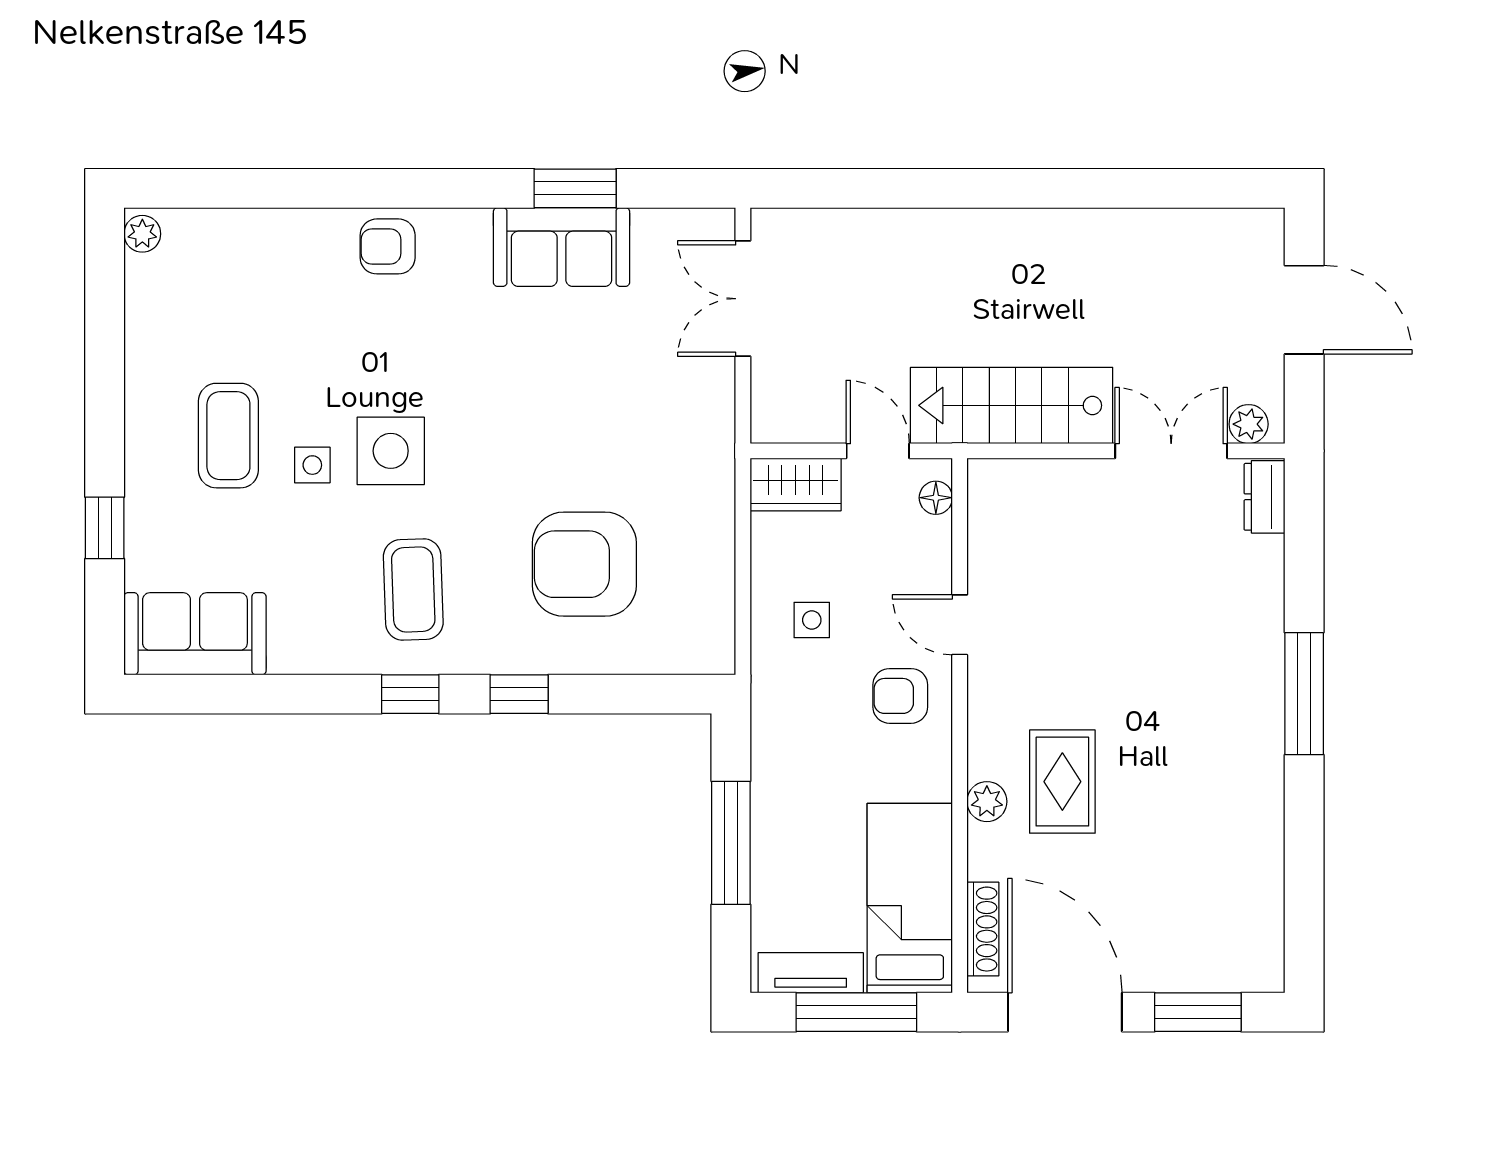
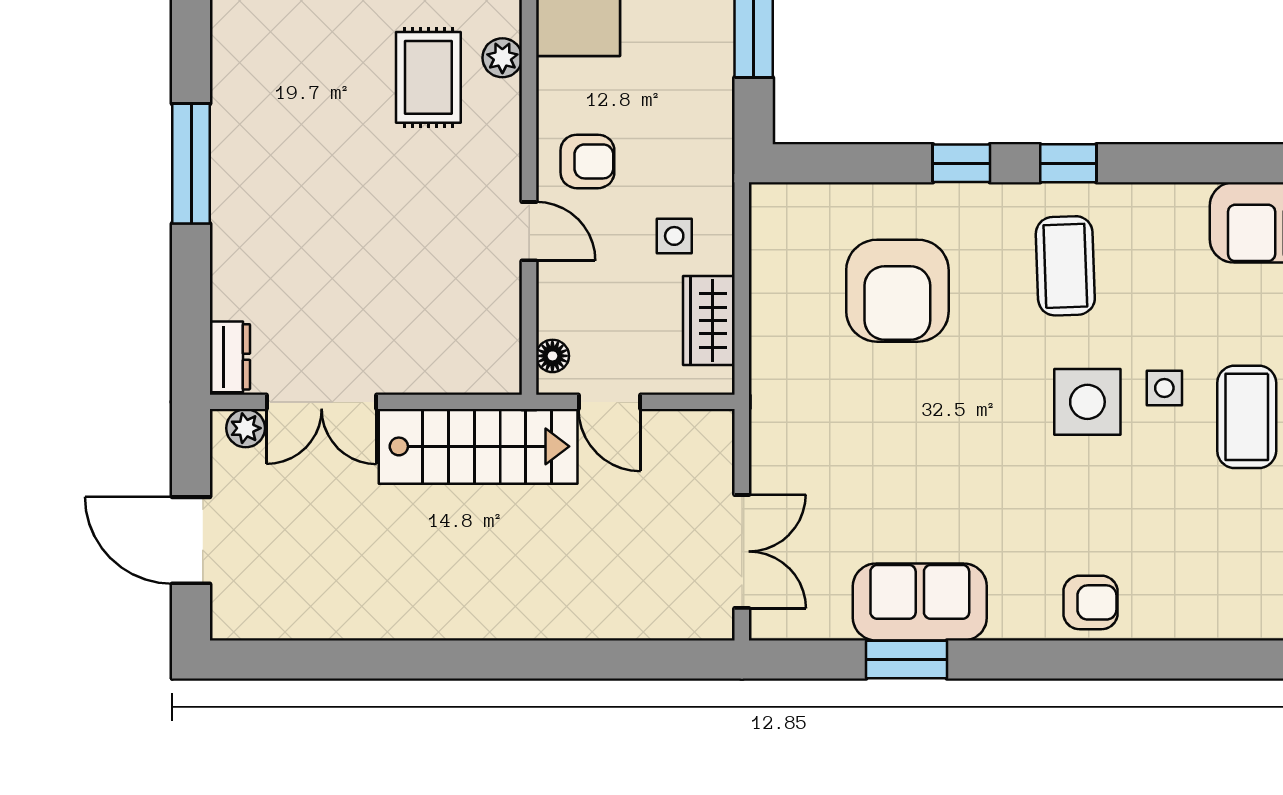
wardrobe: (796, 484) -> (709, 320), moved, turned -90
armchair: (584, 564) -> (897, 291), turned 90

